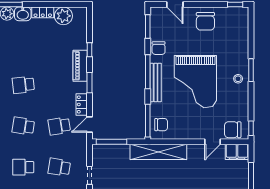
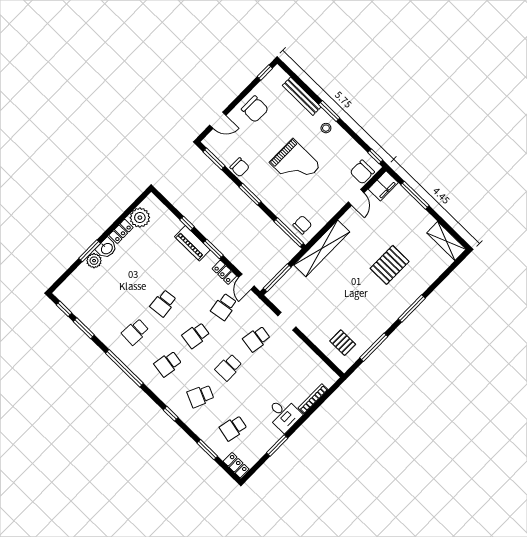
window: (148, 72) -> (250, 194), width x0.69
grand piano: (195, 82) -> (295, 164), width x0.73, depth x0.68
bench: (156, 83) -> (302, 96), moved

